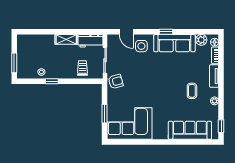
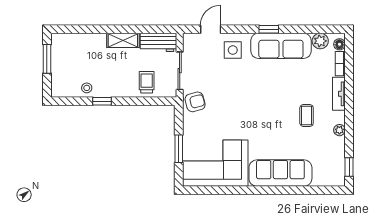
door: (126, 32) -> (211, 29), swing flipped
window: (14, 63) -> (47, 59), moved
sofa: (190, 130) -> (280, 173), moved

